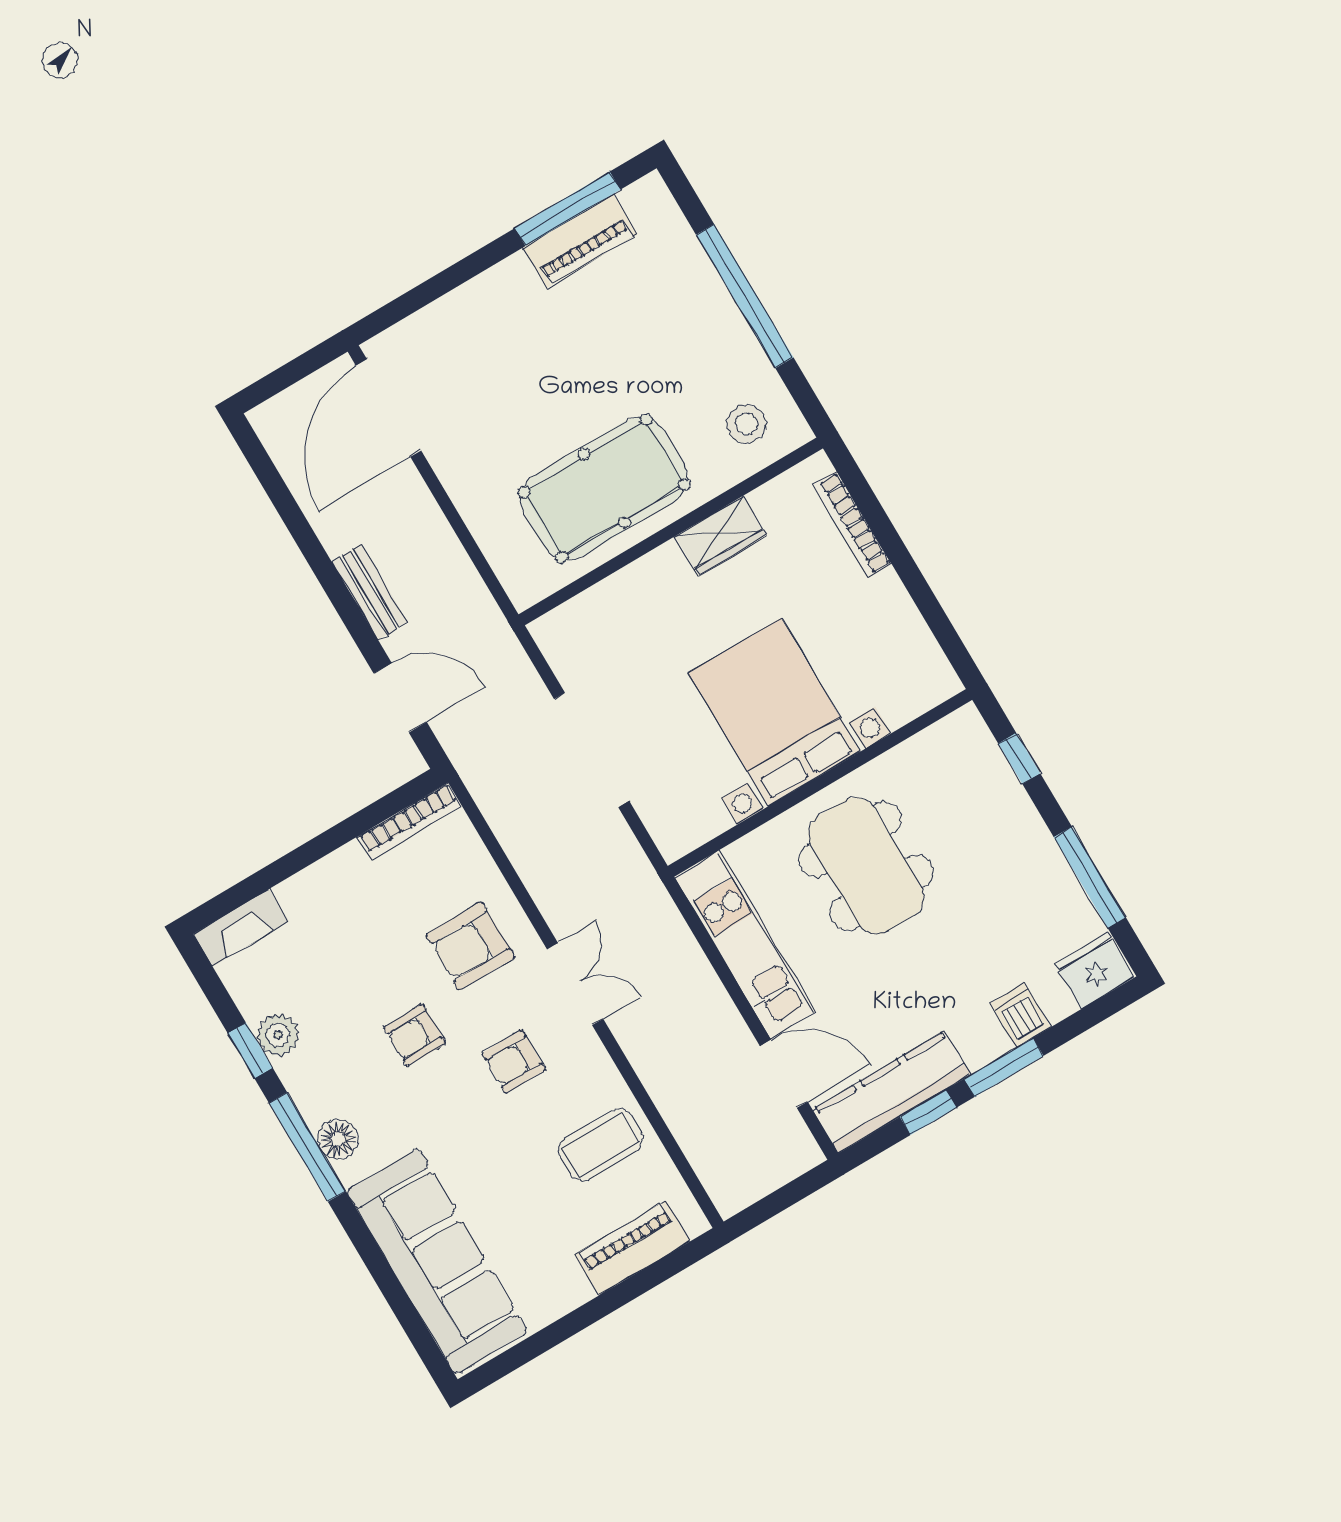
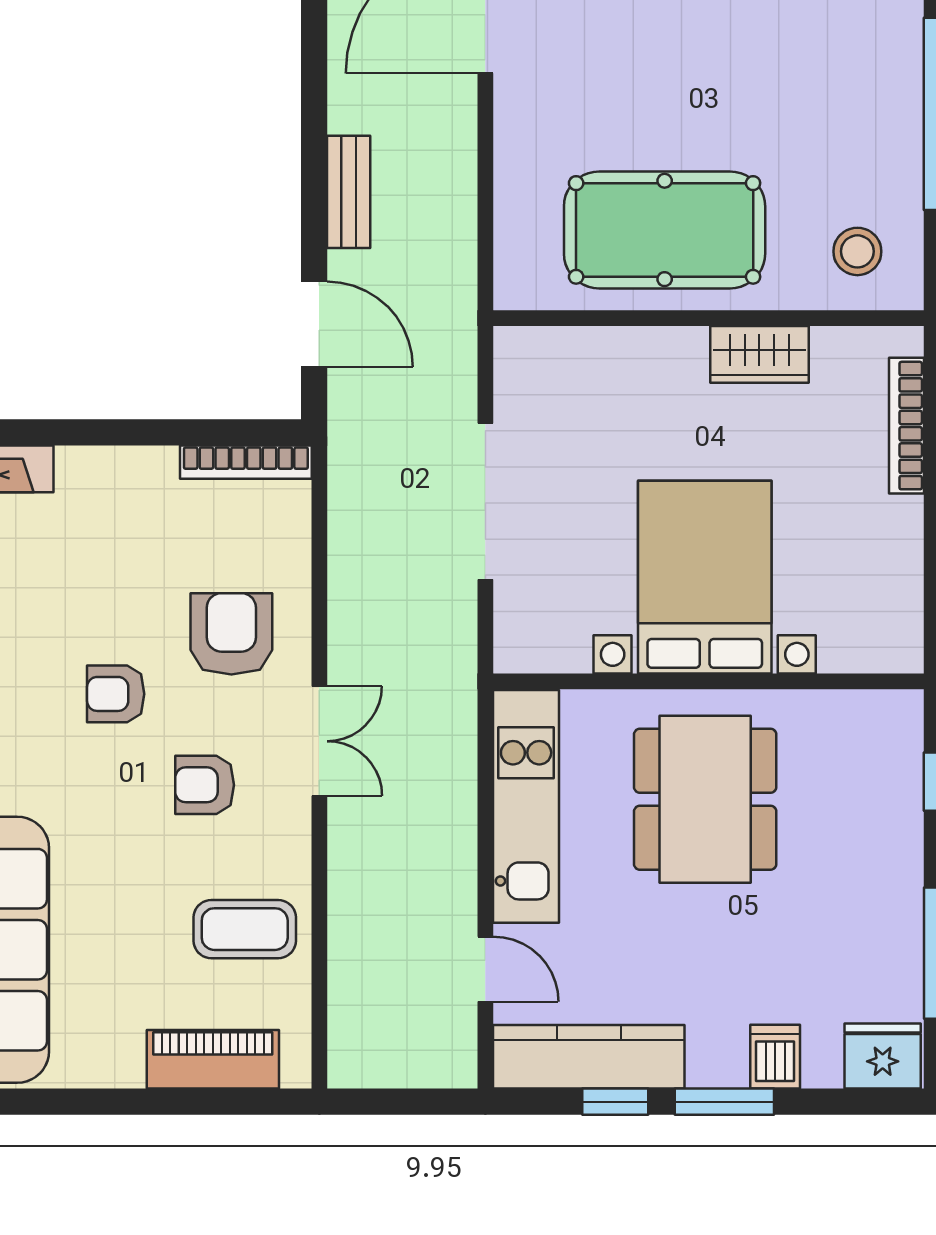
armchair: (470, 946) -> (231, 634), turned 90
door: (784, 1074) -> (485, 969), width x0.73

